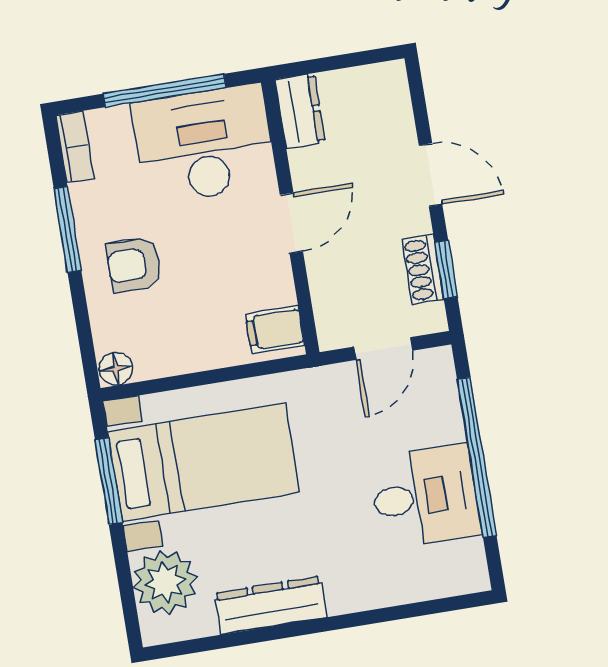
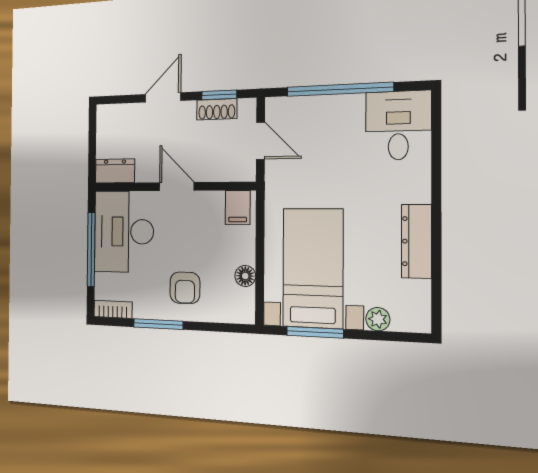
floor lamp: (116, 369) -> (245, 276), moved
desk: (425, 496) -> (398, 125), moved
plant: (165, 582) -> (378, 319), width x0.53, depth x0.53

